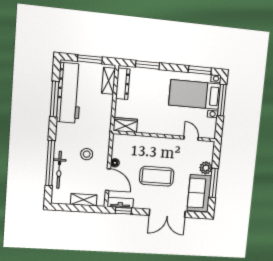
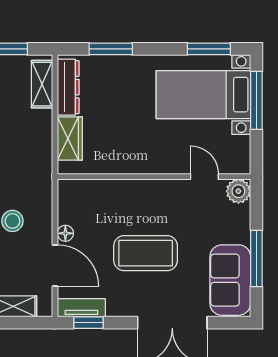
wardrobe: (125, 125) -> (70, 138), moved, turned 90
plant: (206, 168) -> (238, 191), moved

